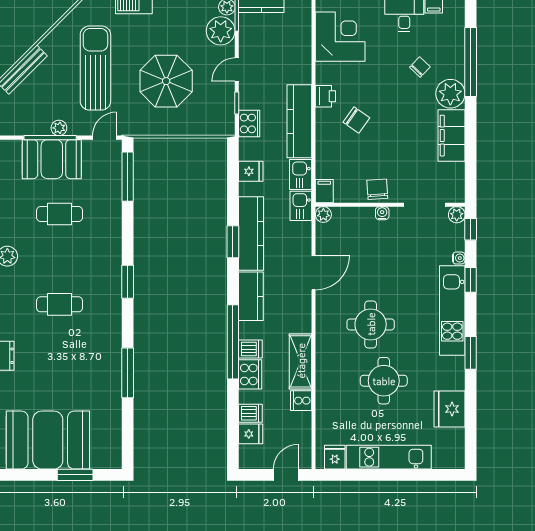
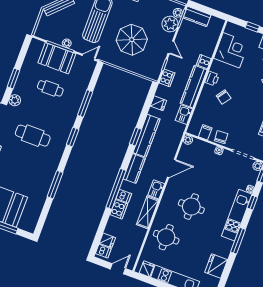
door: (237, 70) -> (171, 47), swing flipped
window: (128, 177) -> (85, 104), moved
filing cabinet: (324, 191) -> (205, 132), moved
kitchen sink: (301, 206) -> (156, 189), moved
cafe table: (60, 304) -> (33, 136), width x1.37, depth x1.35
window: (471, 353) -> (238, 241), width x1.44
round table: (384, 381) -> (166, 237), moved
cooker: (301, 401) -> (204, 62), moved
dishwasher: (250, 413) -> (103, 251), moved

